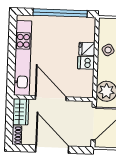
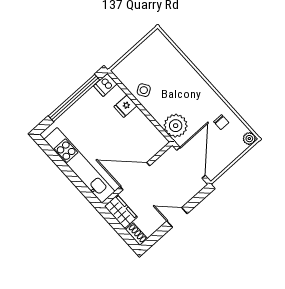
dishwasher: (86, 63) -> (105, 85), moved
door: (52, 149) -> (177, 217), width x0.53

